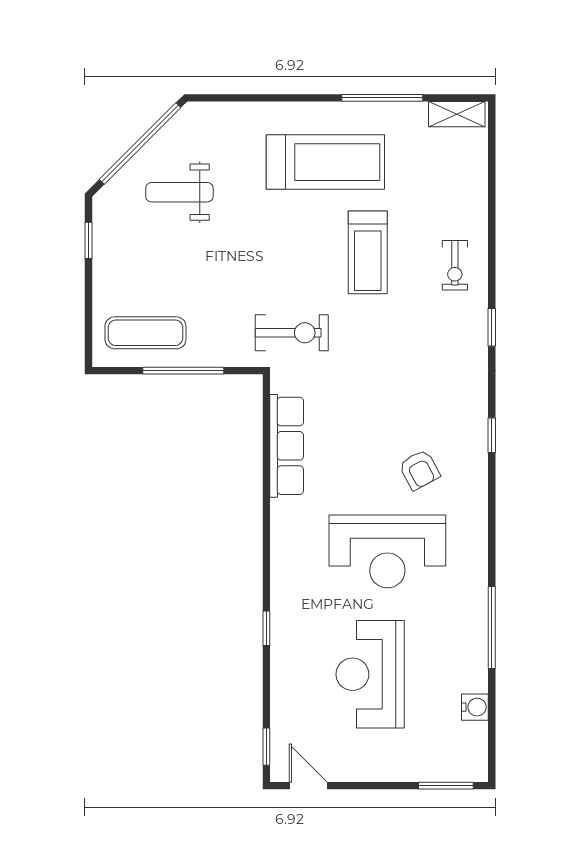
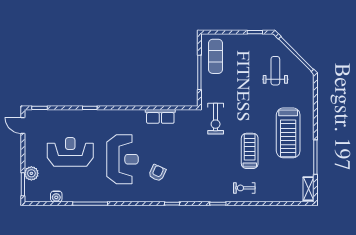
treadmill: (368, 252) -> (250, 151), turned 90
row of seats: (287, 446) -> (160, 116), width x0.68
armchair: (419, 470) -> (157, 173), turned 142
reception desk: (387, 551) -> (122, 159), turned 180
plant: (420, 766) -> (31, 173), added
door: (308, 786) -> (23, 125), swing flipped

